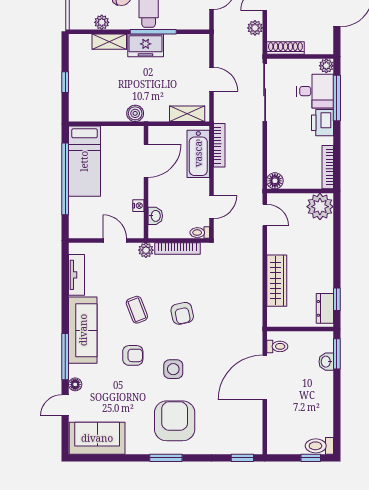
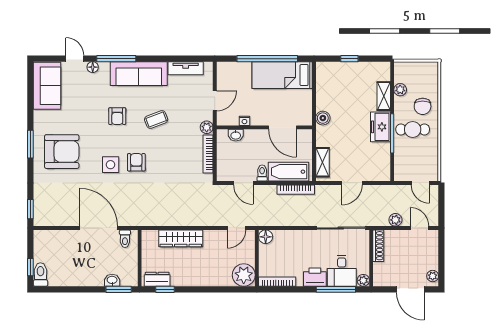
toilet: (200, 233) -> (262, 173), moved
armchair: (182, 313) -> (136, 162), moved, turned 102
side table: (173, 369) -> (111, 165), moved

